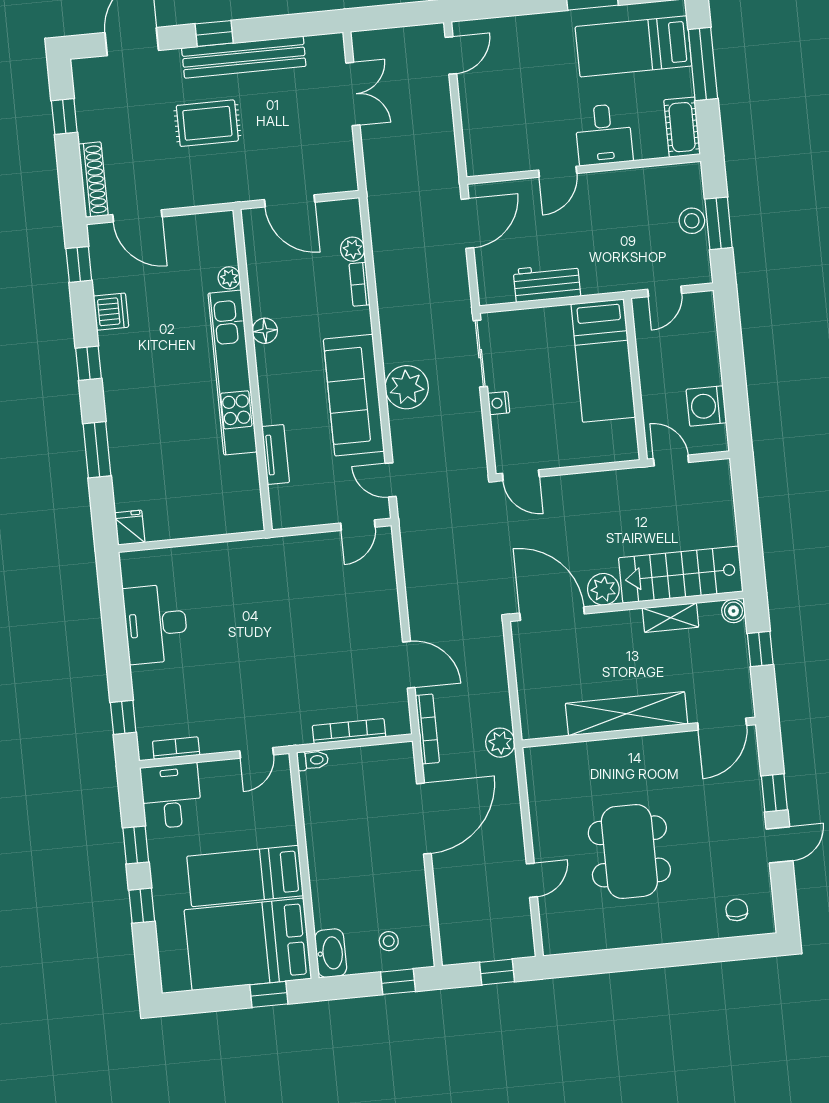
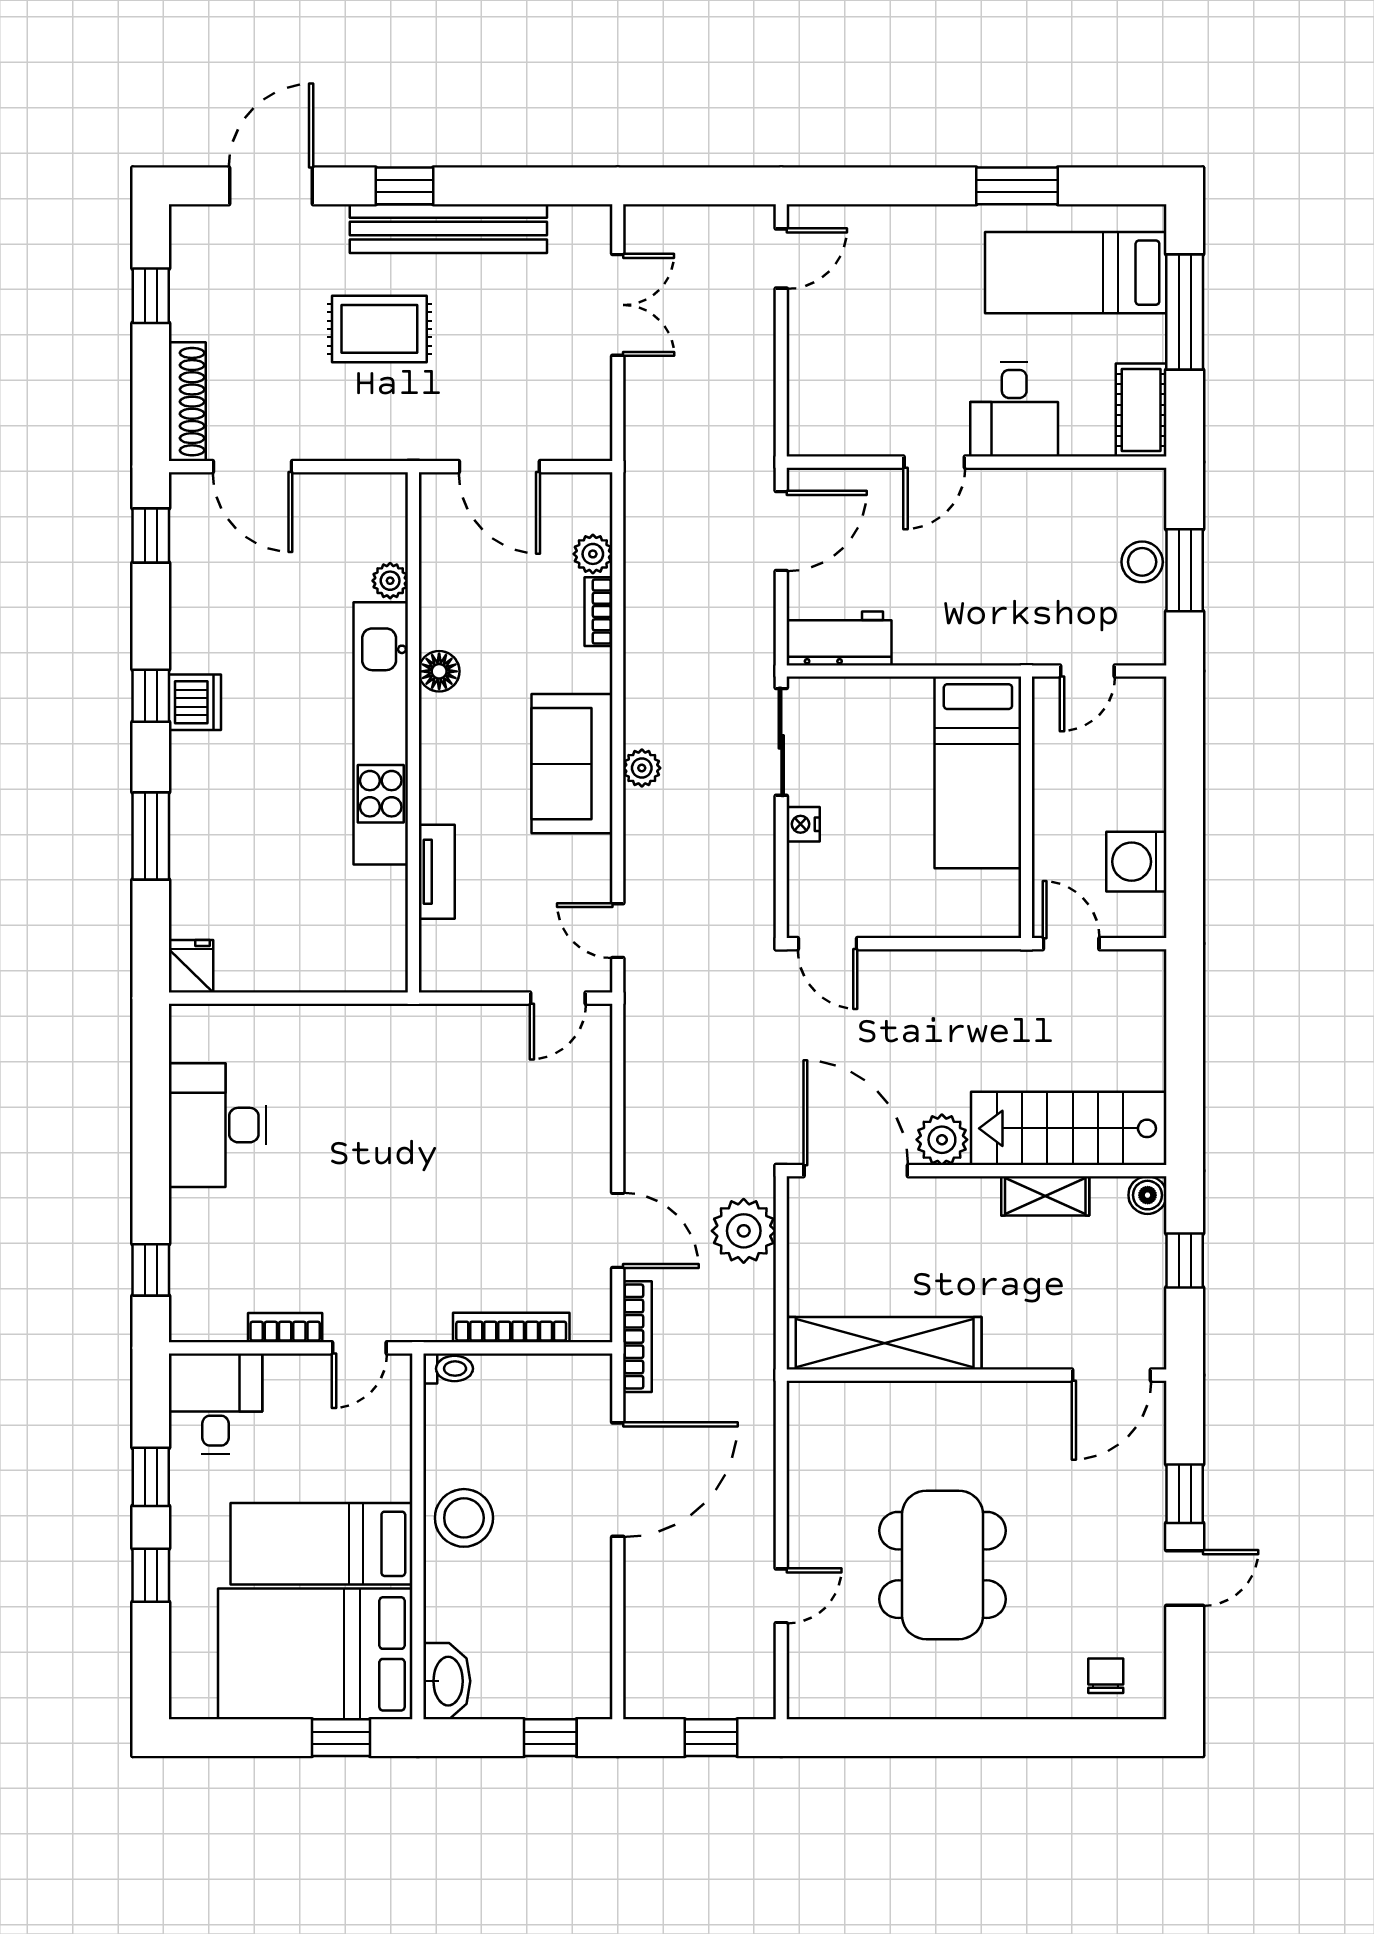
workbench: (547, 283) -> (839, 639), moved
dishwasher: (111, 312) -> (195, 702), moved
plant: (407, 387) -> (642, 768), width x0.53, depth x0.53
sofa: (354, 395) -> (572, 764), width x0.73
shelving: (627, 714) -> (885, 1343), moved
plant: (500, 743) -> (744, 1231), moved, width x1.36, depth x1.36
bookcase: (176, 748) -> (285, 1328), moved
stool: (389, 941) -> (464, 1518), moved, width x1.89, depth x1.89

